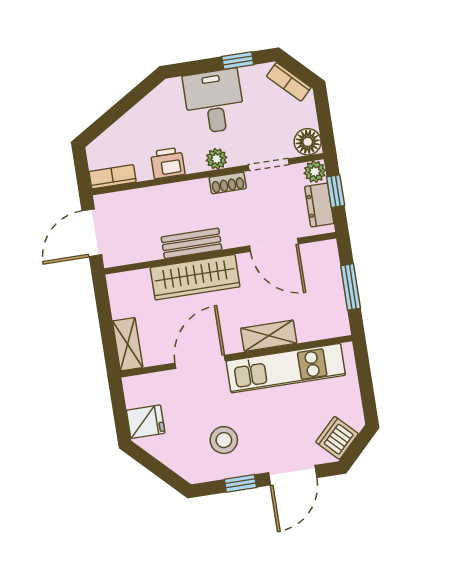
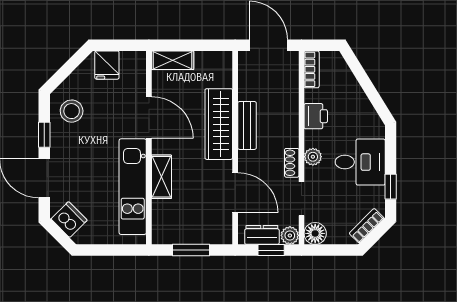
door: (274, 245) -> (235, 193), swing flipped
stool: (224, 440) -> (72, 111), moved

